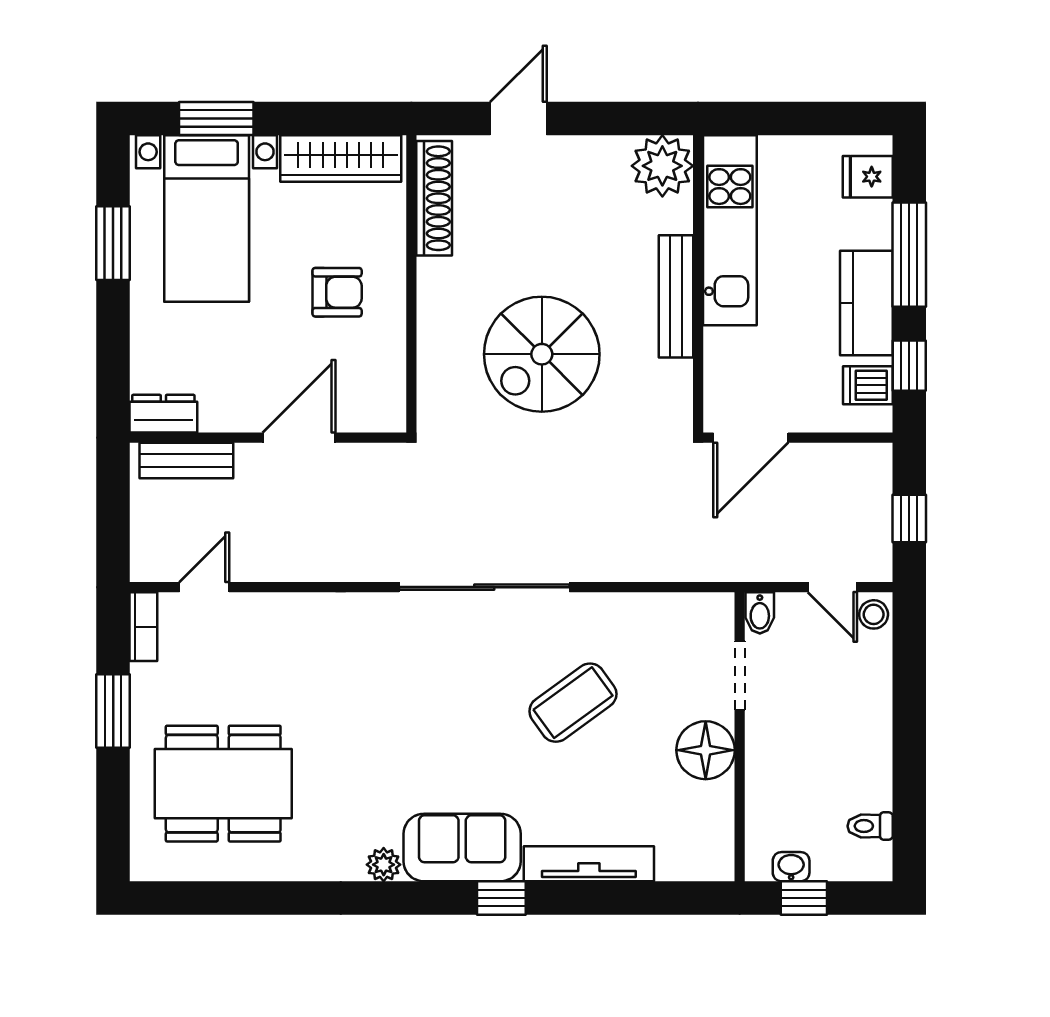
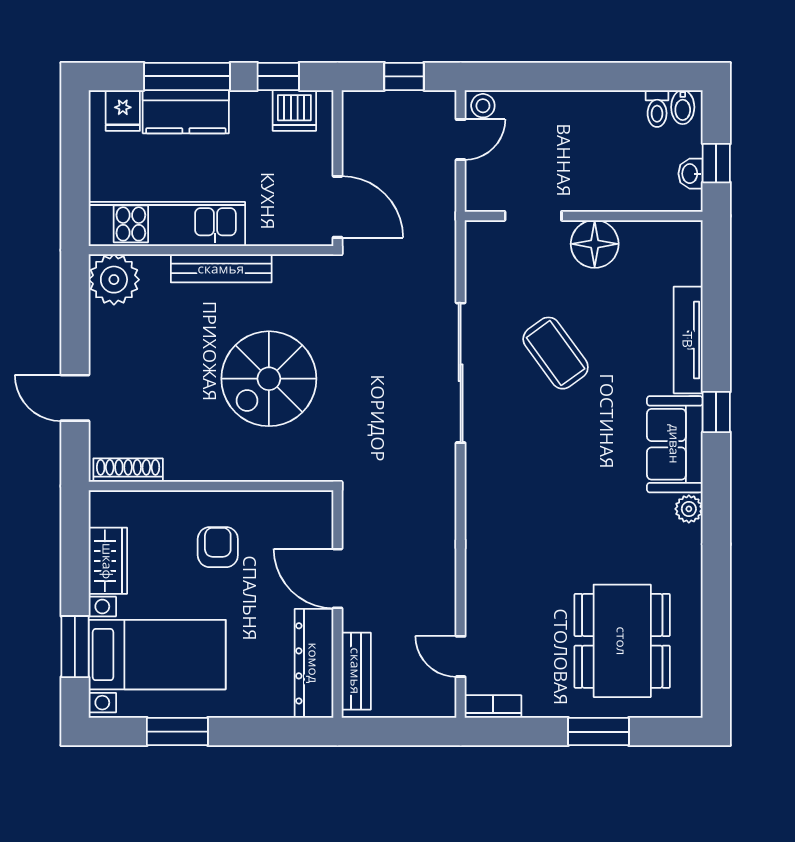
wardrobe: (341, 159) -> (108, 561), width x0.67
shoe rack: (434, 198) -> (128, 470), width x0.74, depth x0.81
kitchen counter: (866, 303) -> (186, 112), moved
spiral stairs: (542, 354) -> (269, 379), turned 90
dishwasher: (868, 385) -> (294, 110), width x1.38
dresser: (163, 414) -> (314, 663), width x1.96, depth x1.24
sliding door: (484, 587) -> (461, 373), moved
bidet: (760, 613) -> (683, 107), moved, turned 90
window: (113, 711) -> (598, 732), moved

